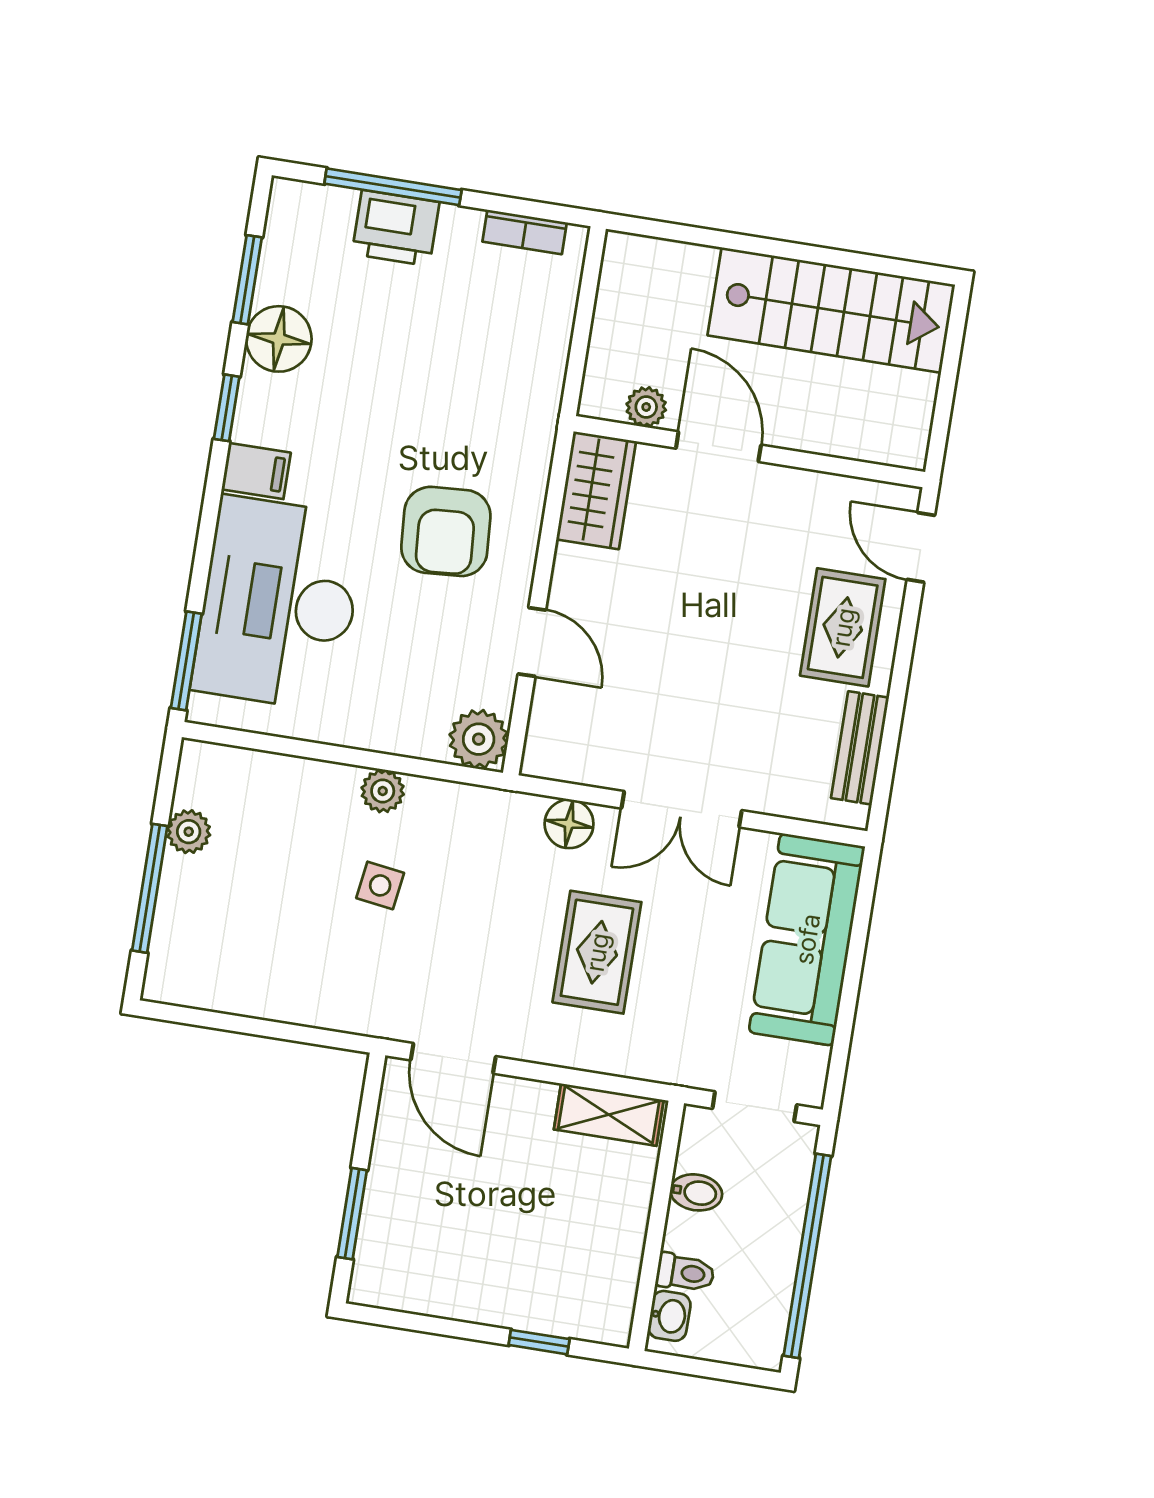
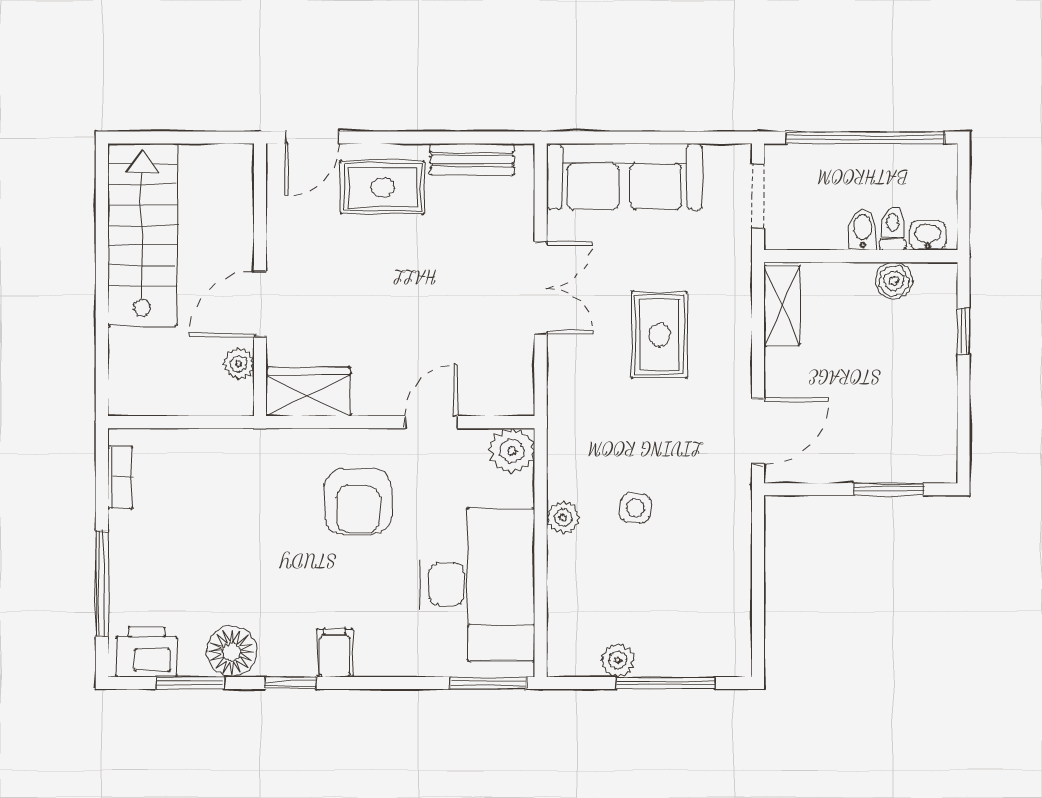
printer: (396, 228) -> (147, 652), moved, turned -90
armchair: (446, 531) -> (358, 501), turned 94
desk: (279, 603) -> (477, 585), moved, turned -90
floor lamp: (569, 824) -> (565, 372), removed
rug: (597, 952) -> (660, 335), turned 90
bidet: (696, 1192) -> (863, 230), moved
boiler: (618, 1263) -> (894, 280), added

